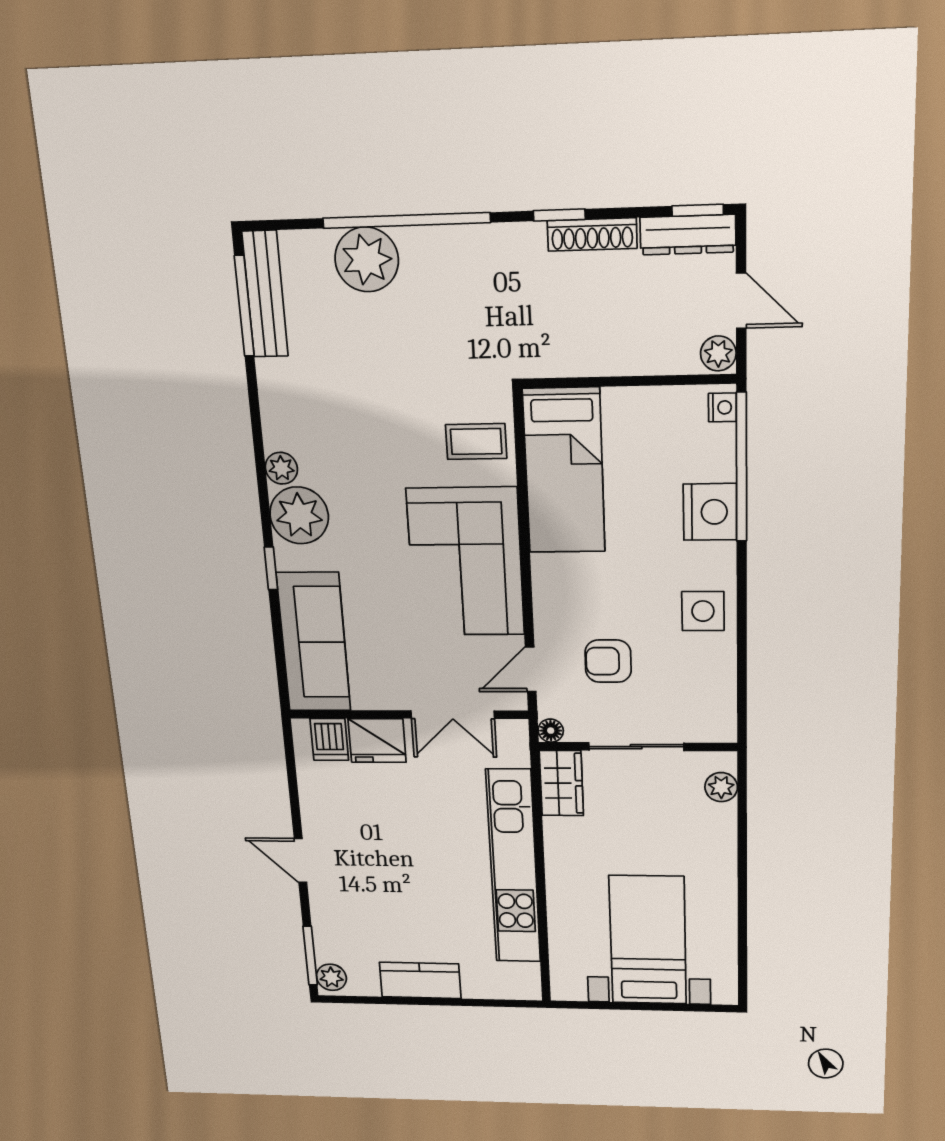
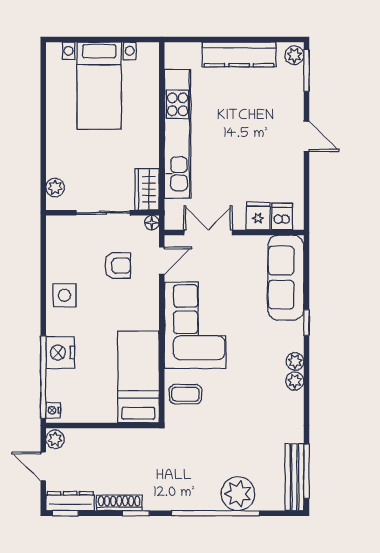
plant: (299, 515) -> (295, 361), width x0.53, depth x0.53
fridge: (377, 741) -> (258, 216), width x0.72
kitchen counter: (420, 980) -> (239, 54), width x1.50

